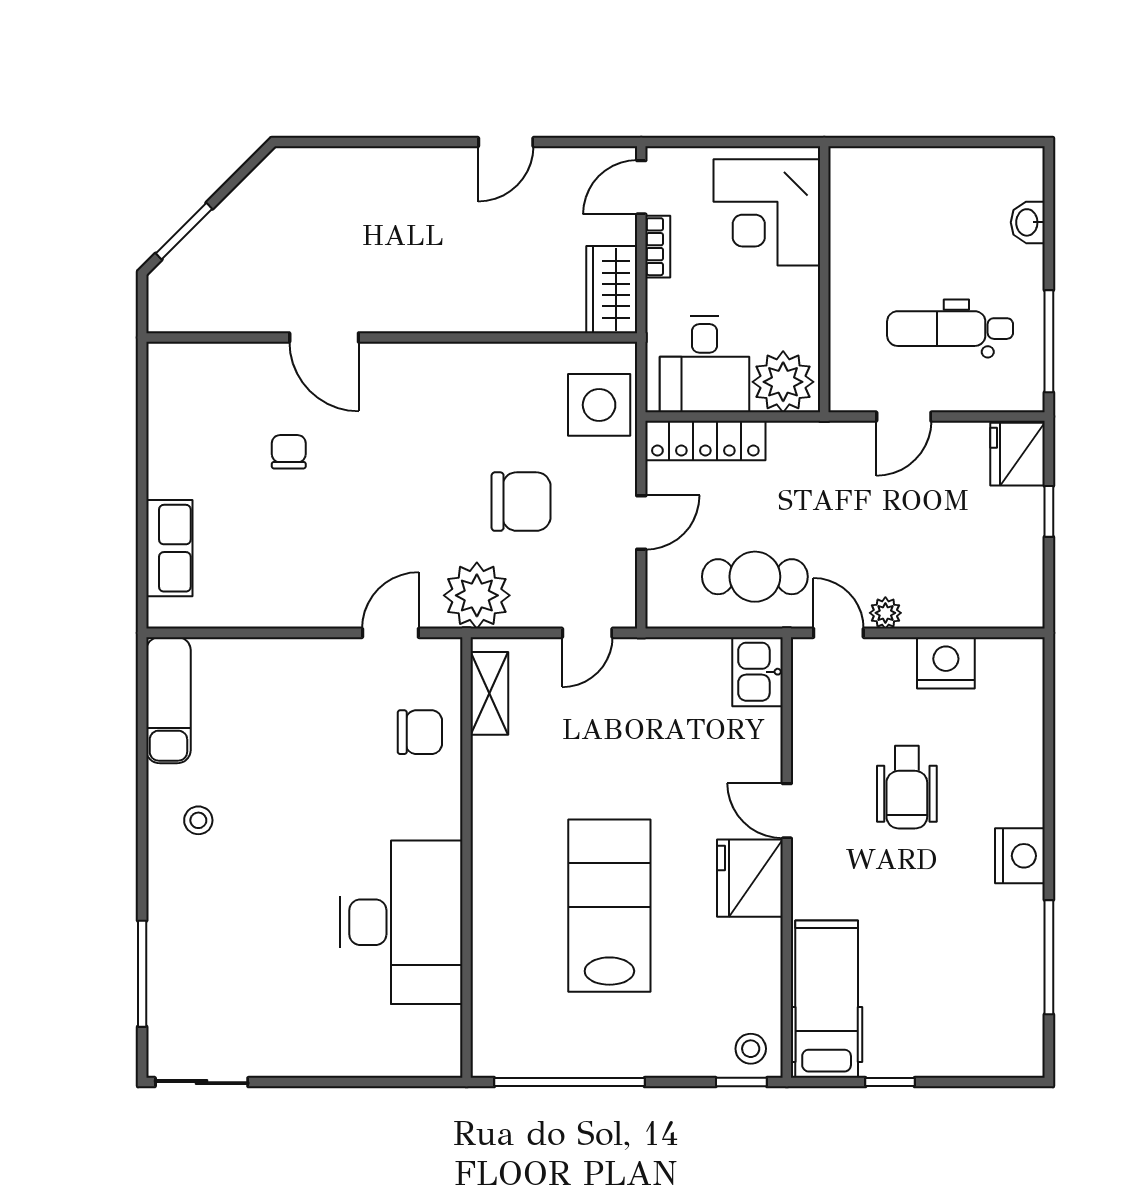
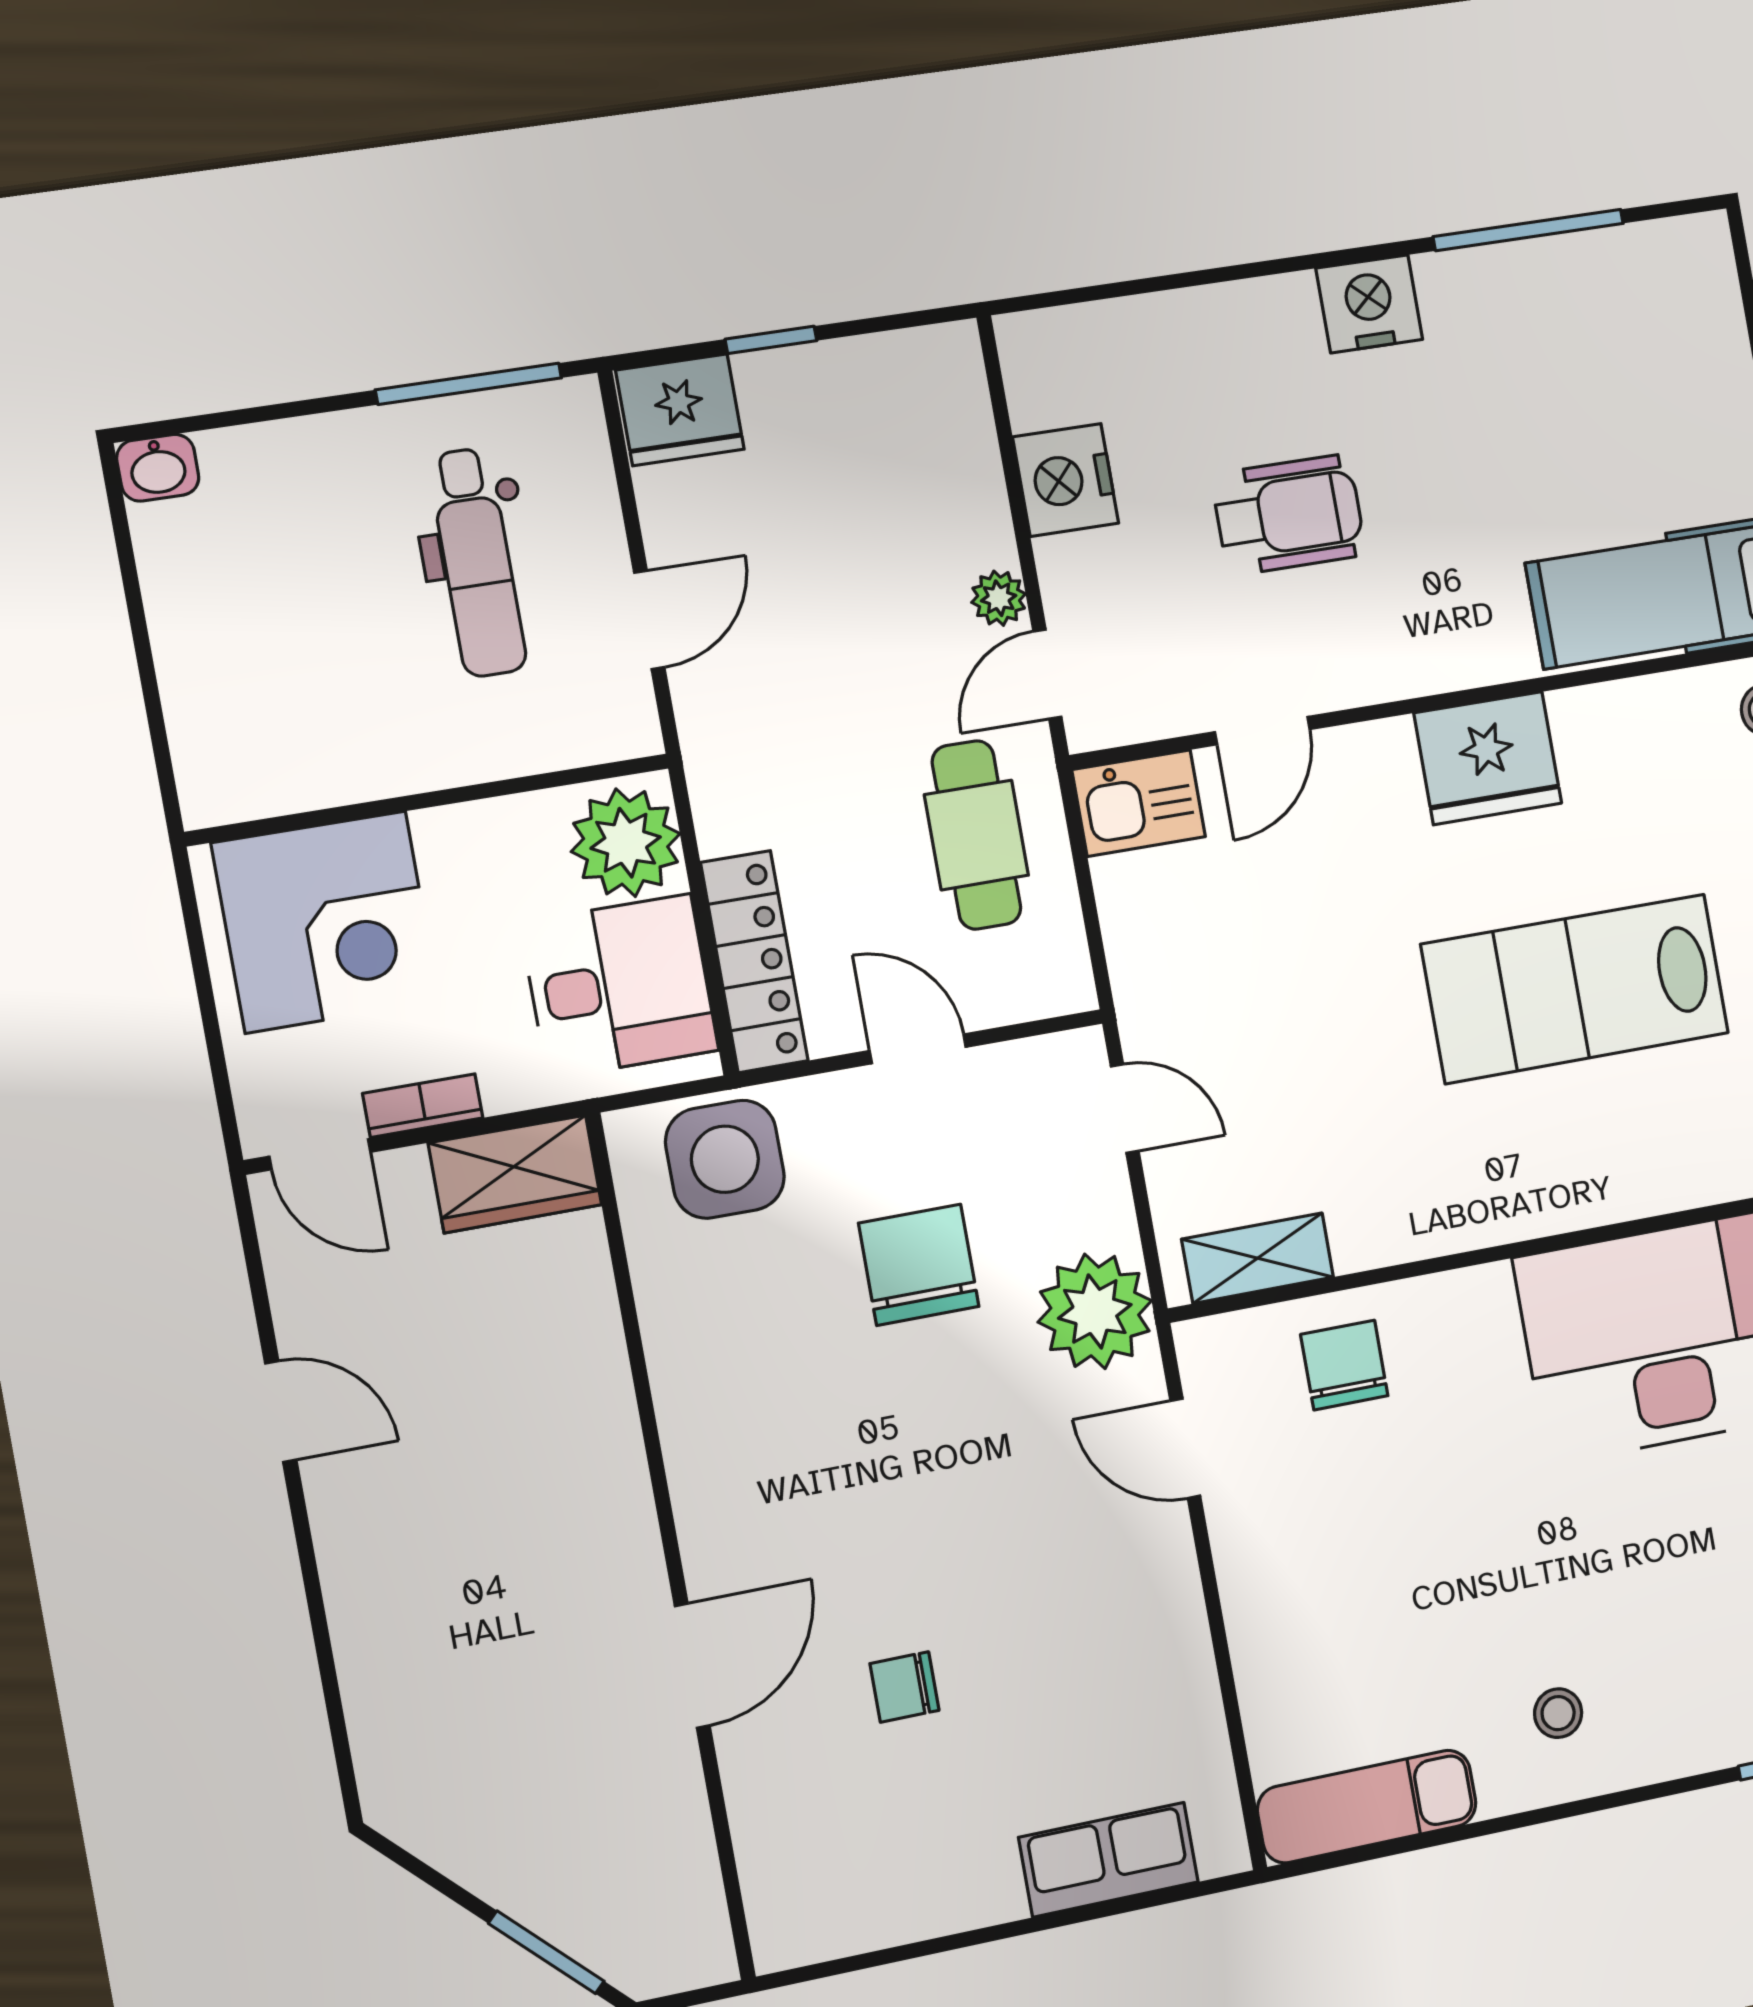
washbasin: (1028, 222) -> (158, 468), moved
door: (904, 417) -> (649, 620), hinge flipped
door: (787, 811) -> (1262, 731), moved

